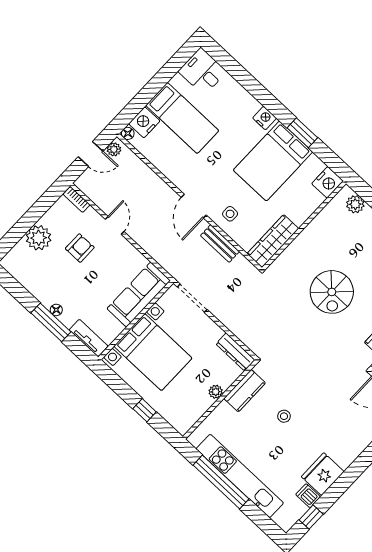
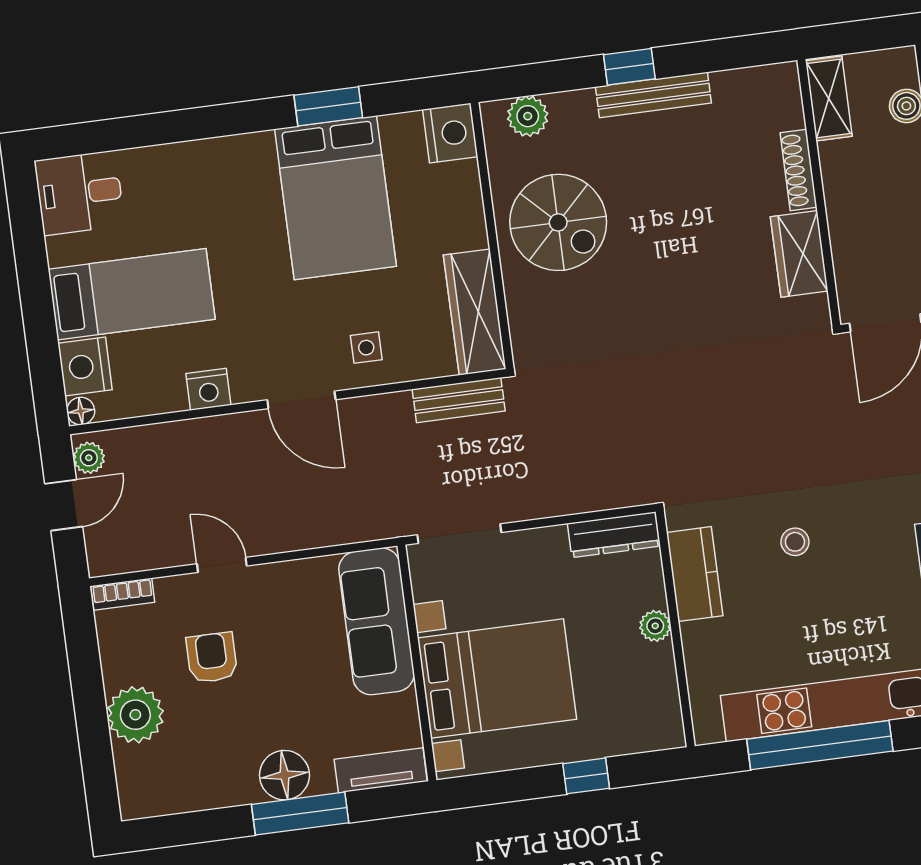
nightstand: (265, 118) -> (208, 389), moved, turned 180
bench: (220, 244) -> (459, 400), moved
spiral stairs: (332, 292) -> (558, 222), moved
floor lamp: (56, 310) -> (284, 775), width x1.89, depth x1.89

